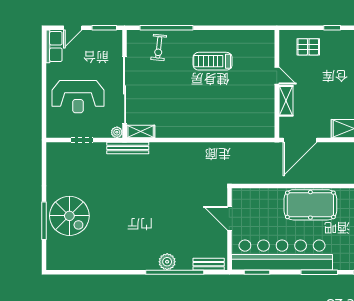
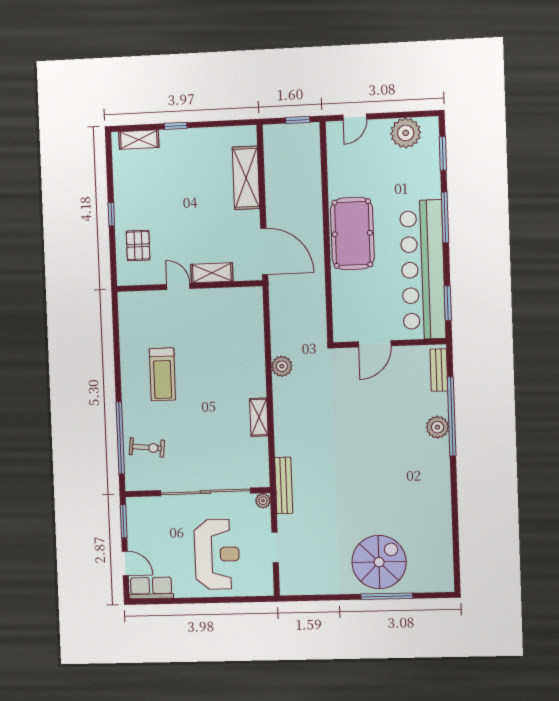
door: (277, 76) -> (178, 286), hinge flipped
shelving: (141, 132) -> (259, 417), moved
plant: (215, 150) -> (282, 366), added

